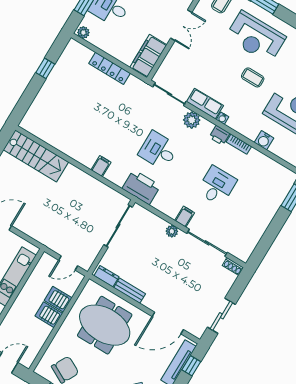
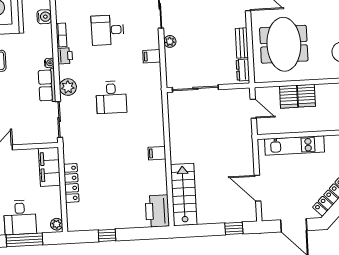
filing cabinet: (148, 56) -> (49, 167), moved, turned 90
filing cabinet: (101, 166) -> (157, 153), moved
printer: (141, 187) -> (157, 211), moved
filing cabinet: (185, 217) -> (152, 56), moved

